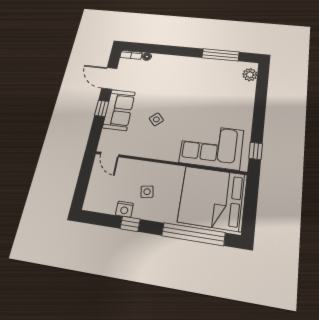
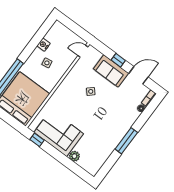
window: (221, 55) -> (126, 141), moved
plant: (250, 75) -> (74, 156), moved
corner sofa: (212, 146) -> (59, 133), moved, turned -90
window: (130, 224) -> (33, 44), removed

